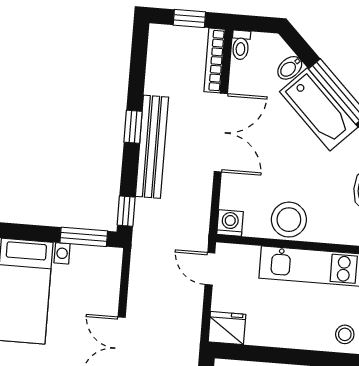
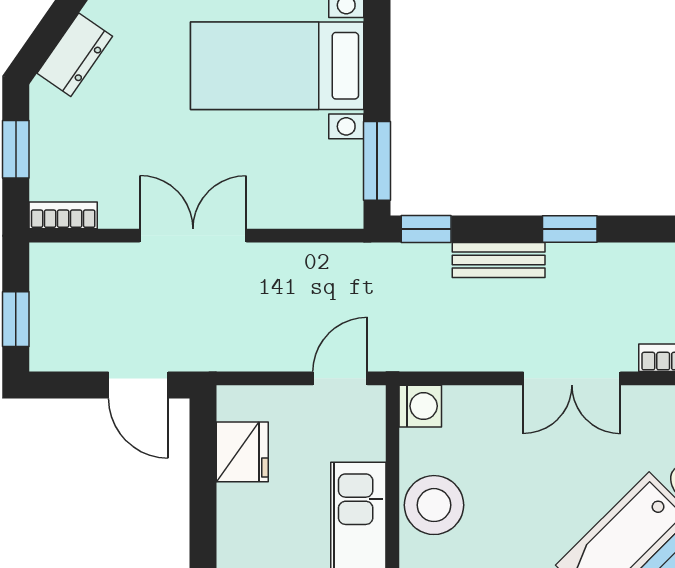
double door: (221, 133) -> (572, 378), width x0.73
bench: (152, 147) -> (499, 260), width x0.54, depth x0.82
fridge: (227, 328) -> (242, 452), moved

